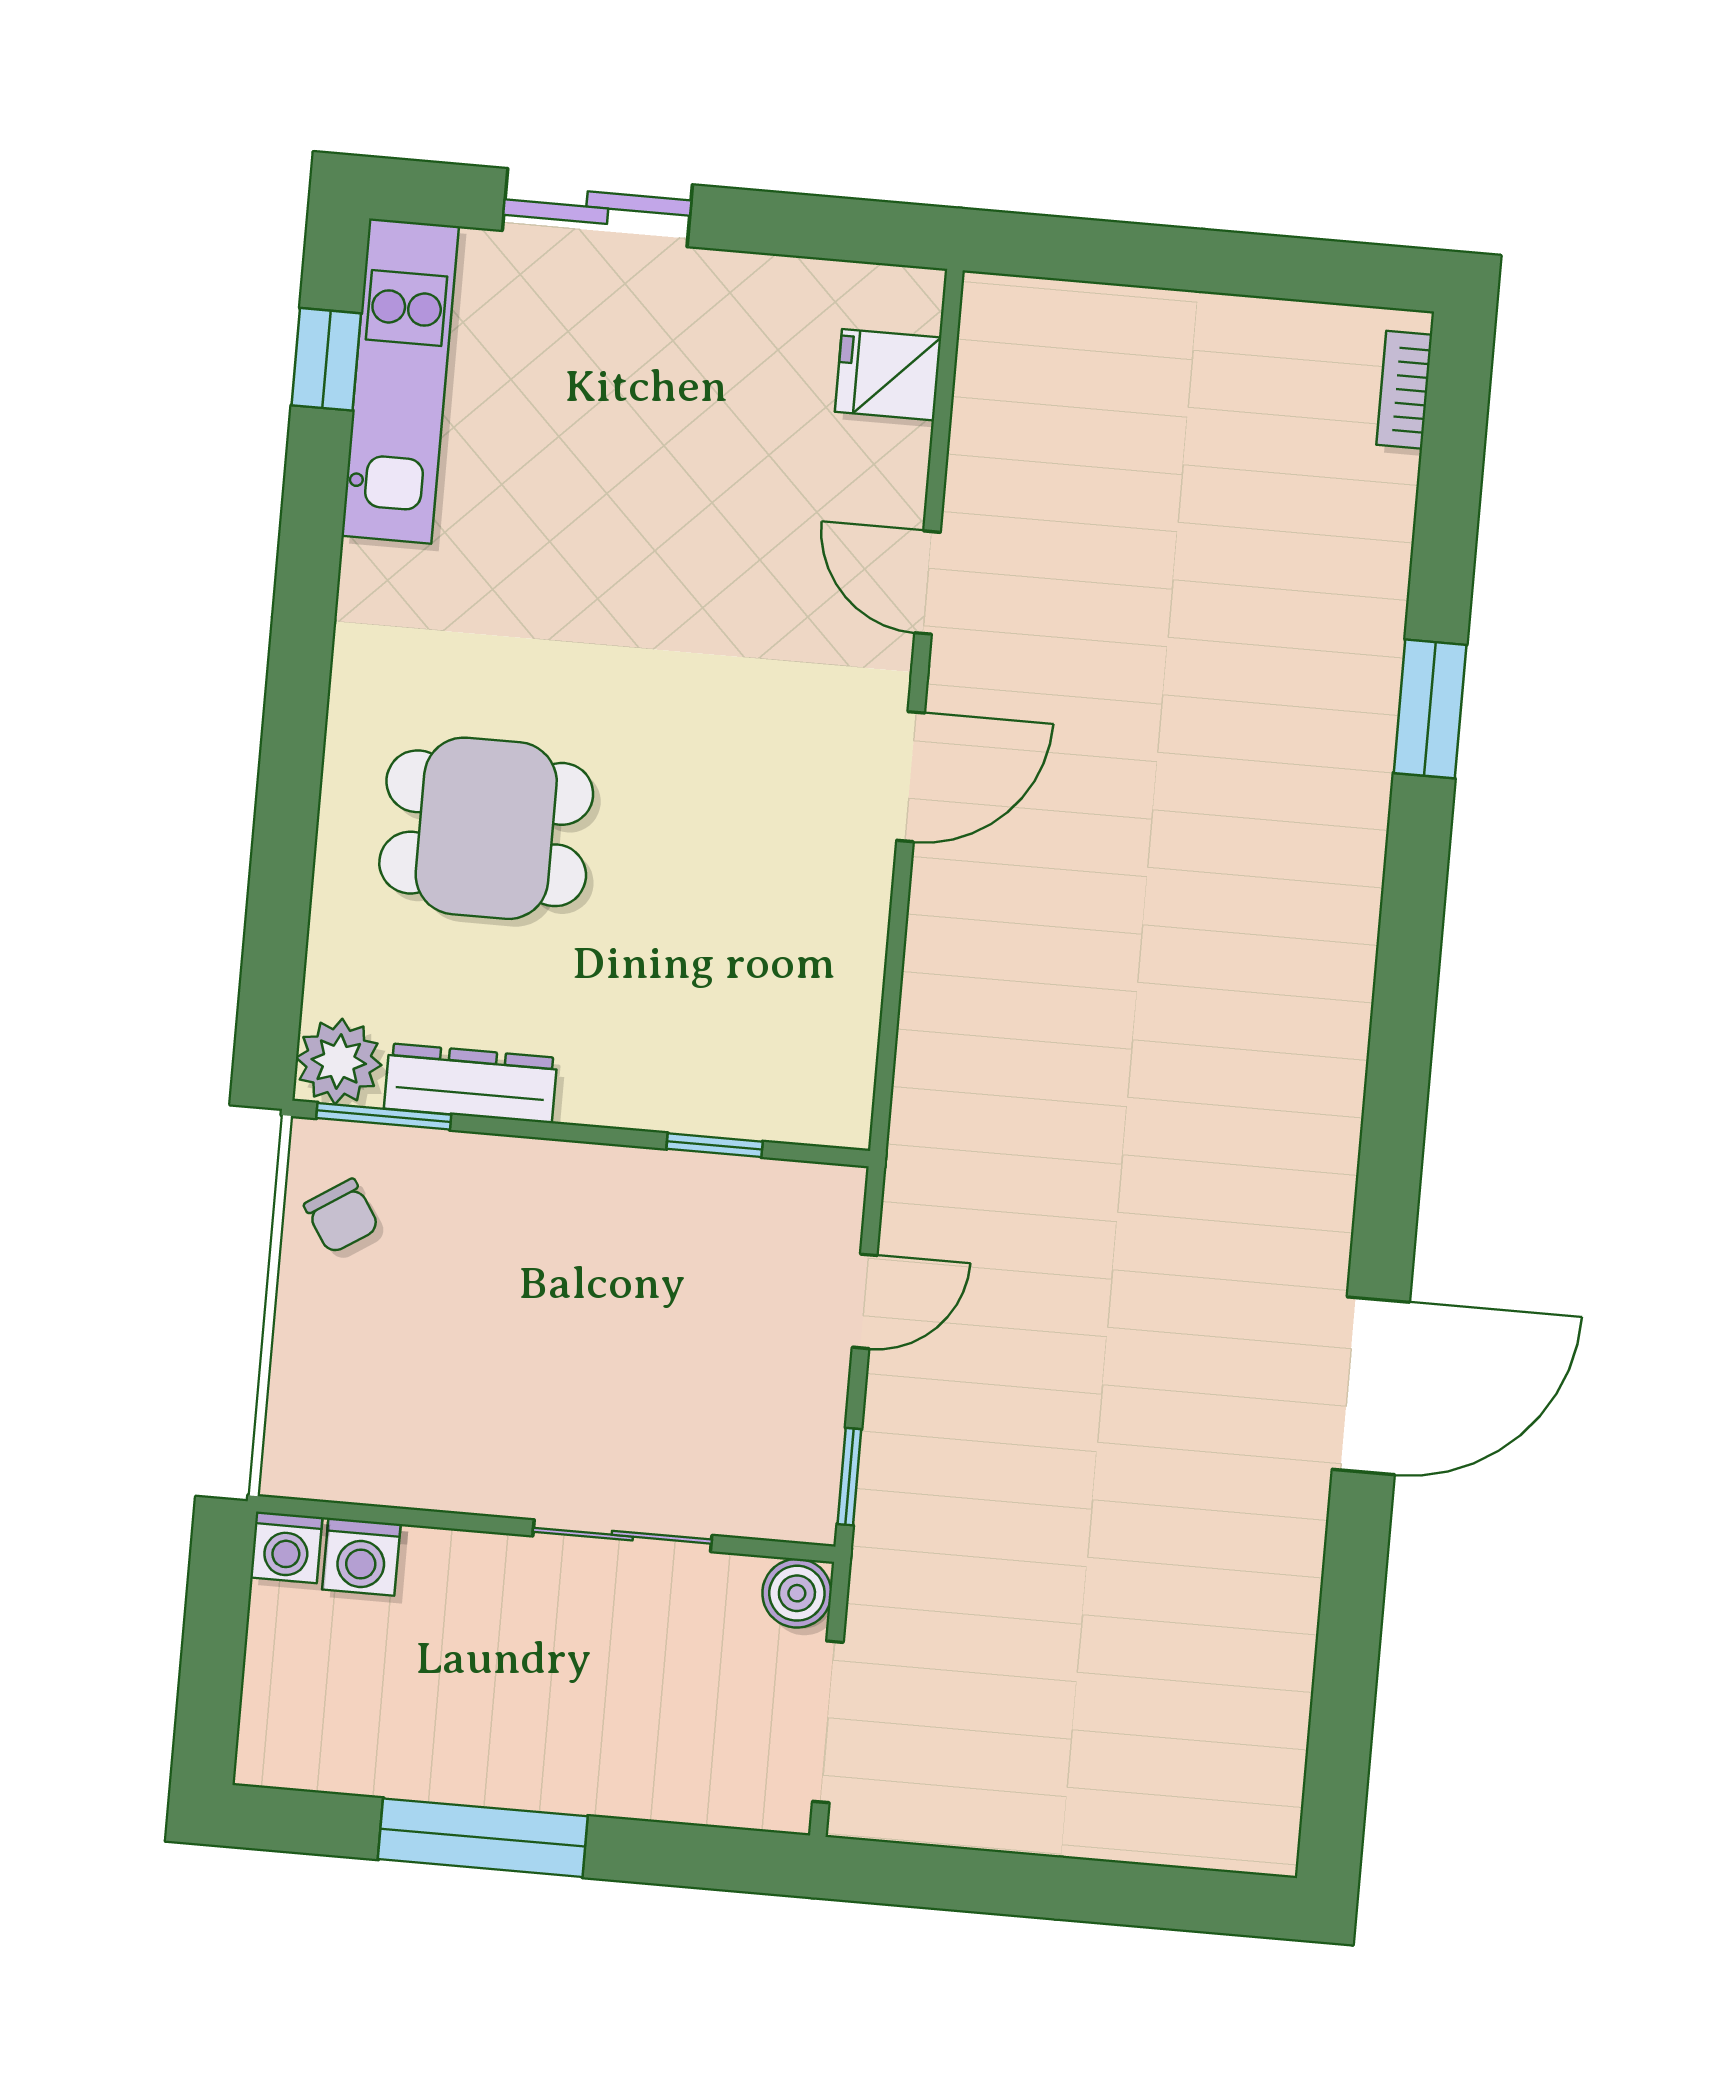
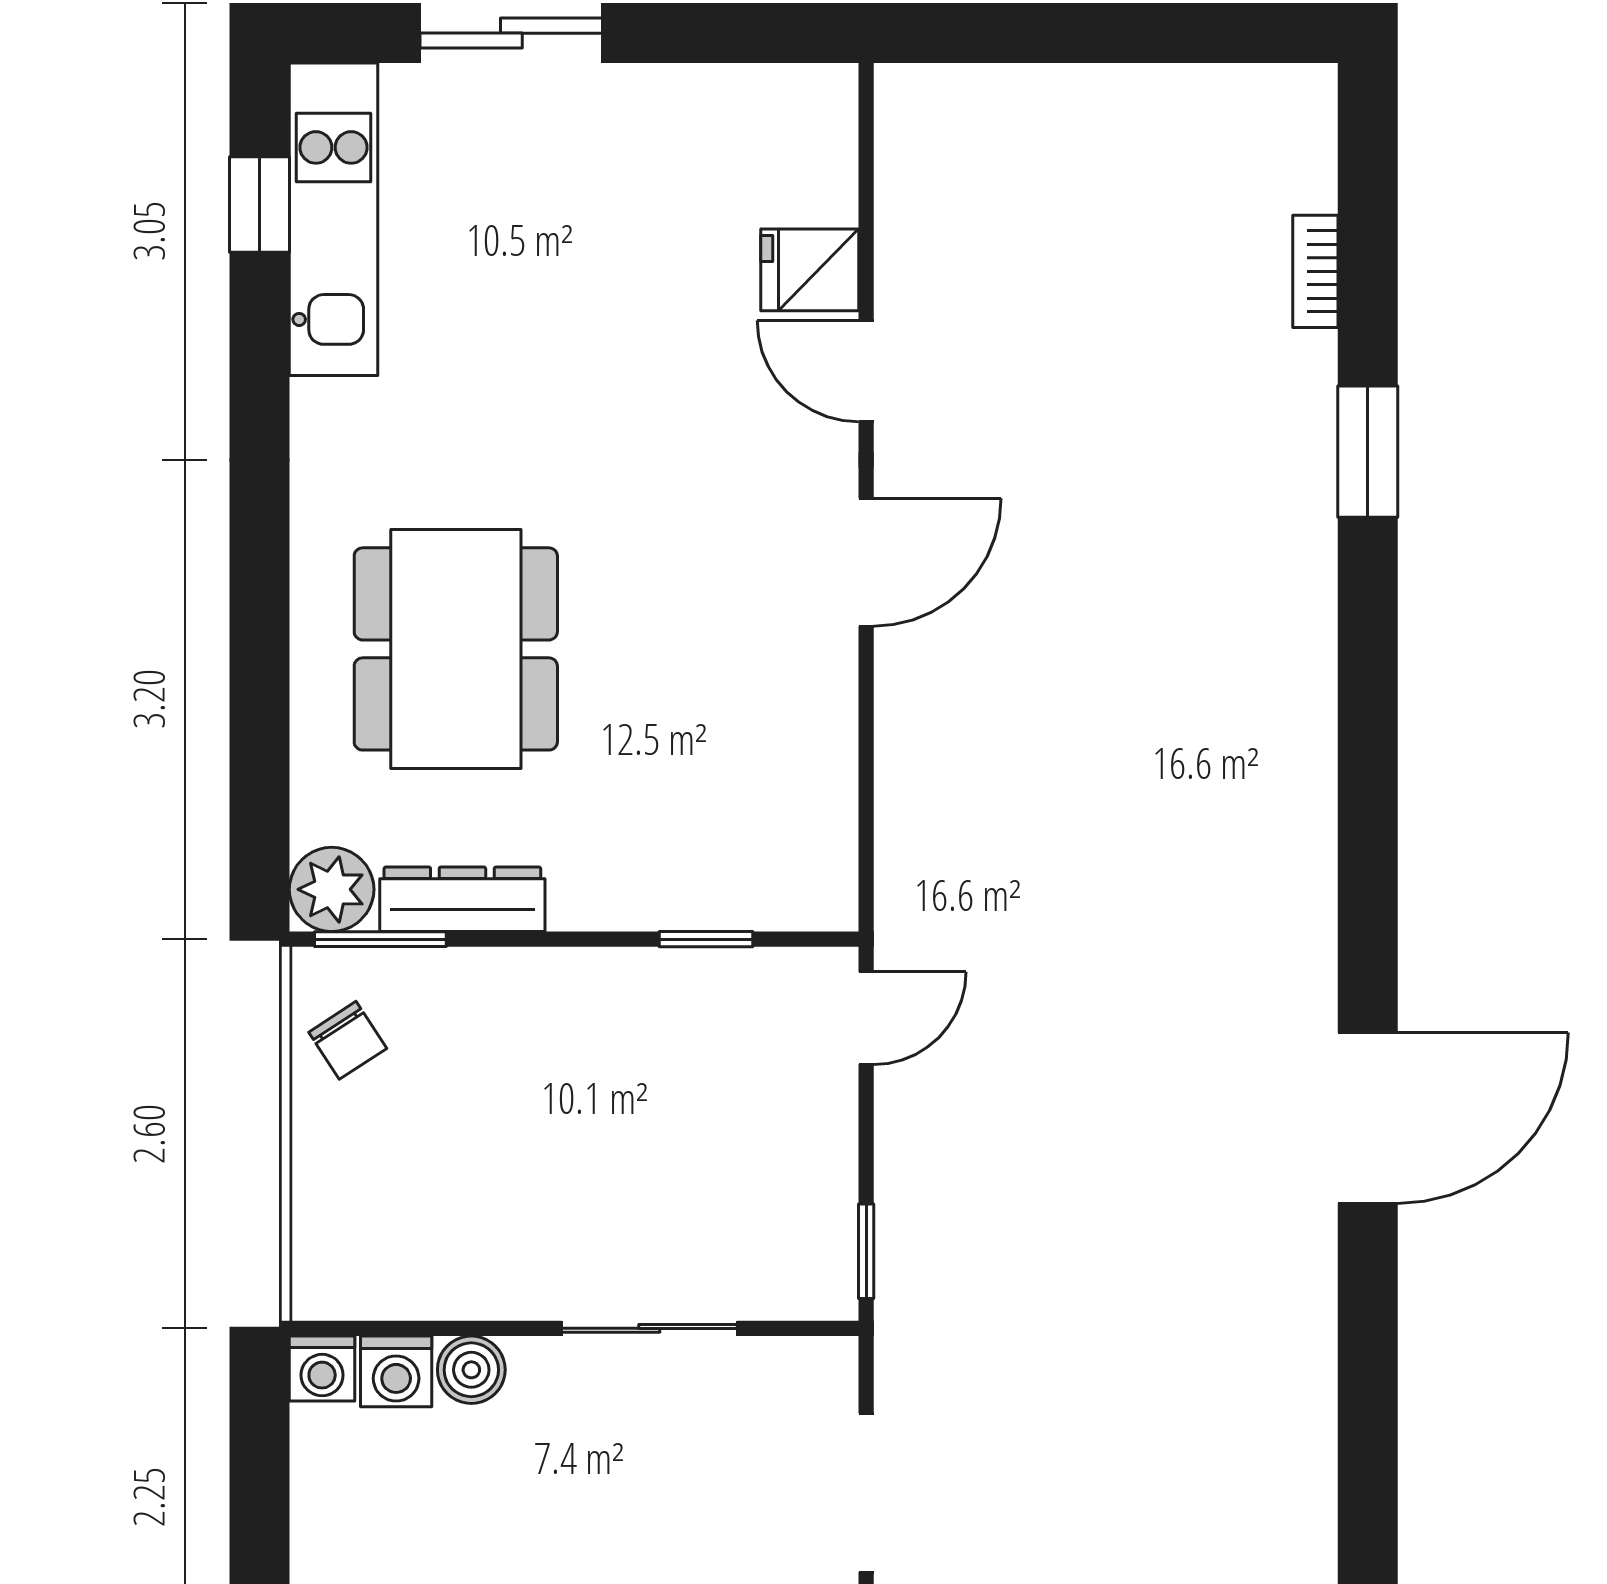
fridge: (888, 375) -> (810, 270), moved
bookcase: (1404, 390) -> (1315, 271), moved
dining table: (486, 828) -> (456, 649), width x1.38
door: (865, 1301) -> (866, 1018), moved
boiler: (797, 1593) -> (471, 1370), moved

